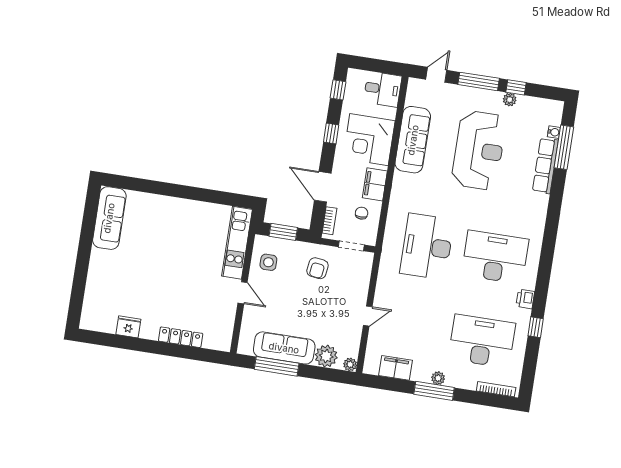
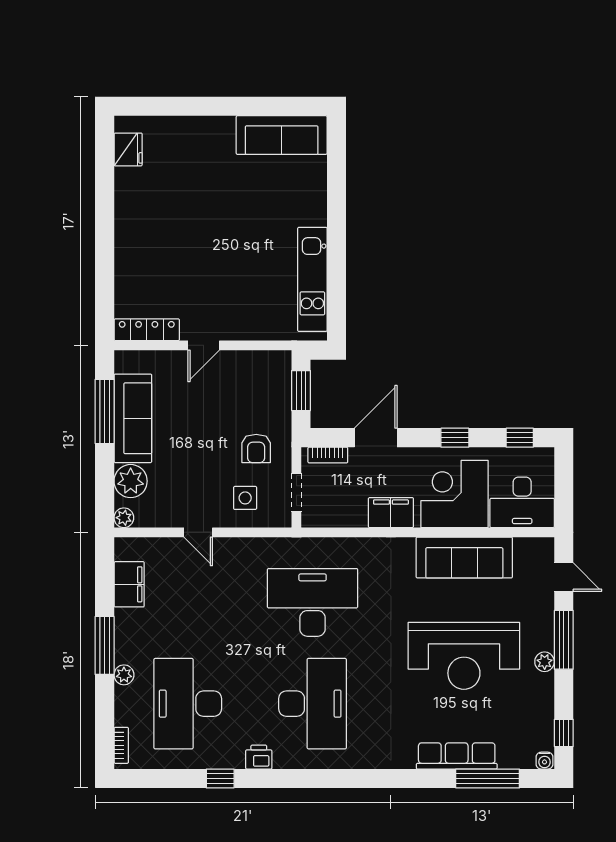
window: (516, 87) -> (564, 733), moved
desk: (383, 89) -> (522, 502), width x1.37
plant: (510, 100) -> (545, 662), moved
water cooler: (554, 132) -> (545, 761), moved
chair: (362, 213) -> (346, 500), removed
kitchen unit: (237, 243) -> (312, 279), moved, turned -90
side table: (268, 262) -> (245, 498), moved
armchair: (317, 268) -> (256, 448), turned -97
fridge: (128, 327) -> (128, 149), moved
locker: (181, 337) -> (147, 330), moved, turned -90
desk: (482, 341) -> (188, 704), turned 180
plant: (438, 378) -> (124, 675), moved
bookcase: (496, 389) -> (121, 745), width x0.64

